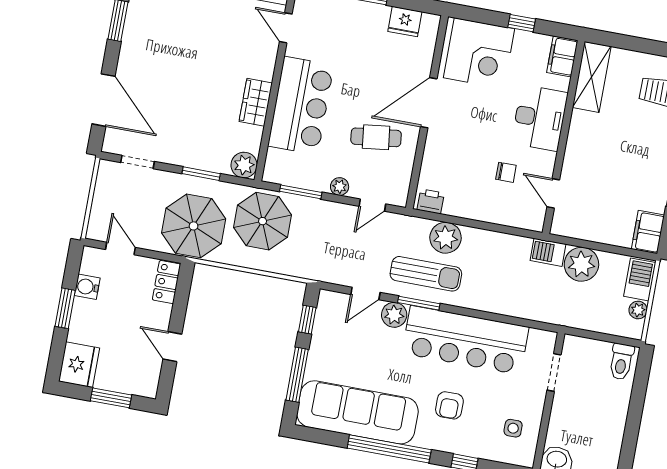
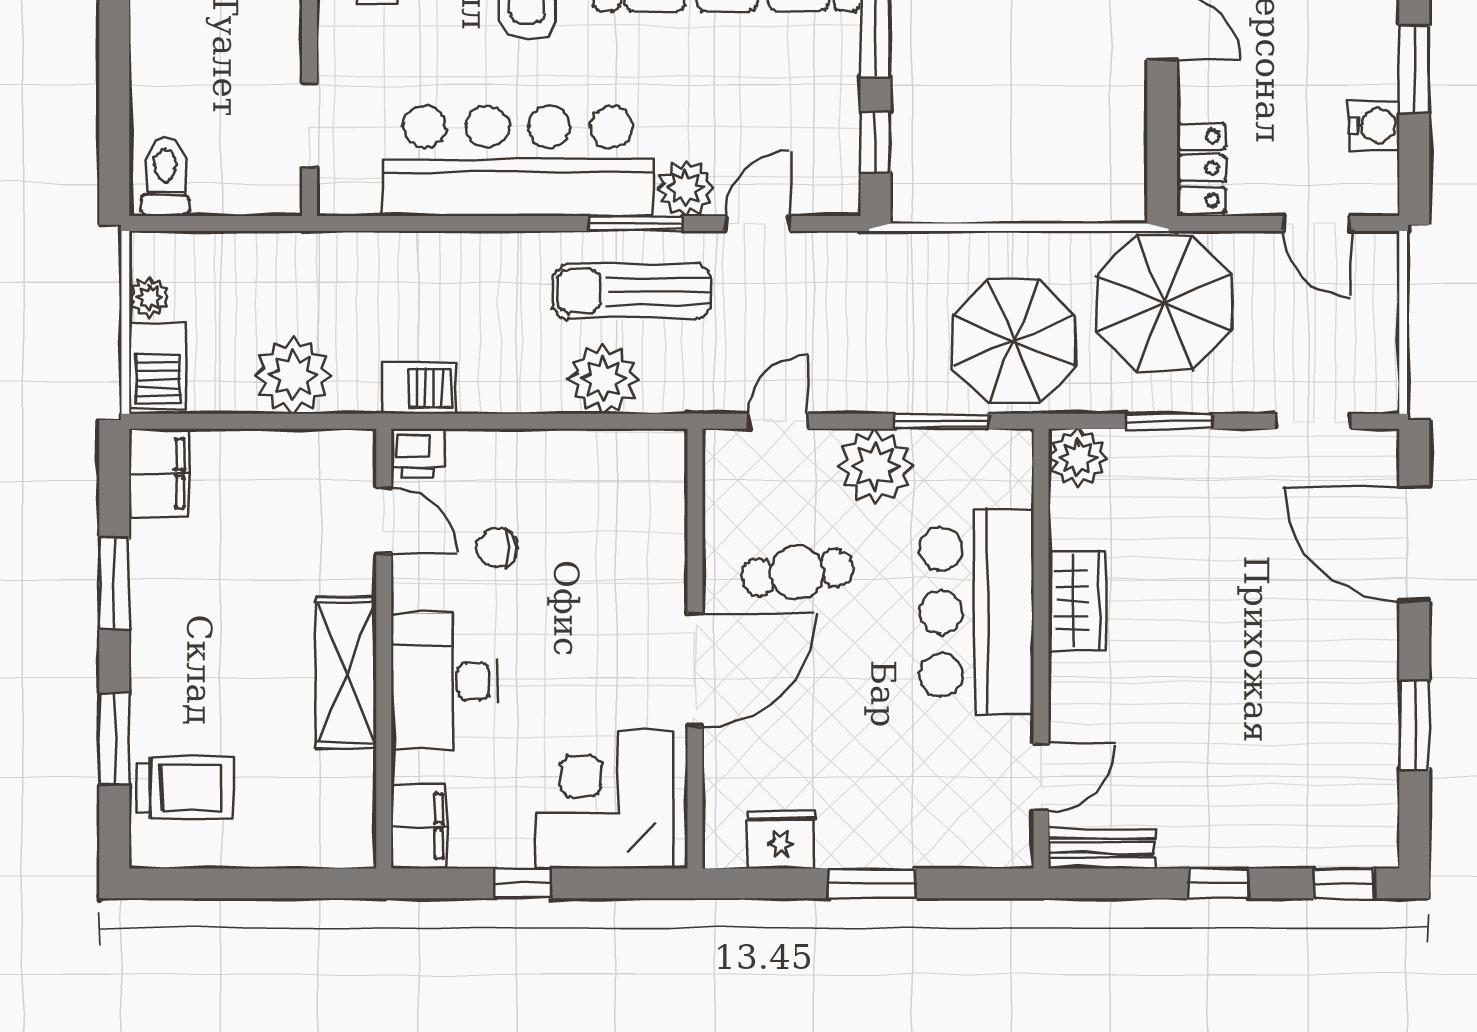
door: (286, 28) -> (1041, 777), hinge flipped
shelving: (592, 77) -> (346, 673), moved
plant: (340, 187) -> (876, 466), width x1.88, depth x1.88
printer: (431, 201) -> (418, 453), moved
barbecue: (548, 252) -> (419, 388), moved

